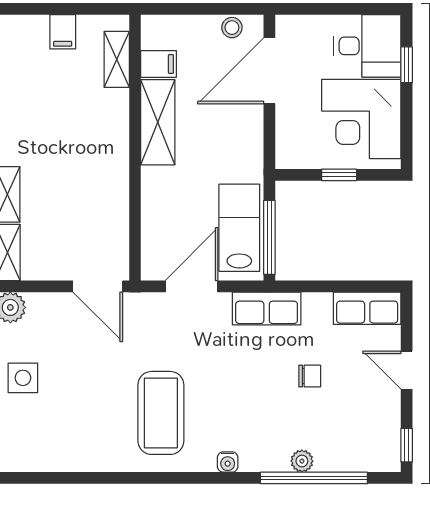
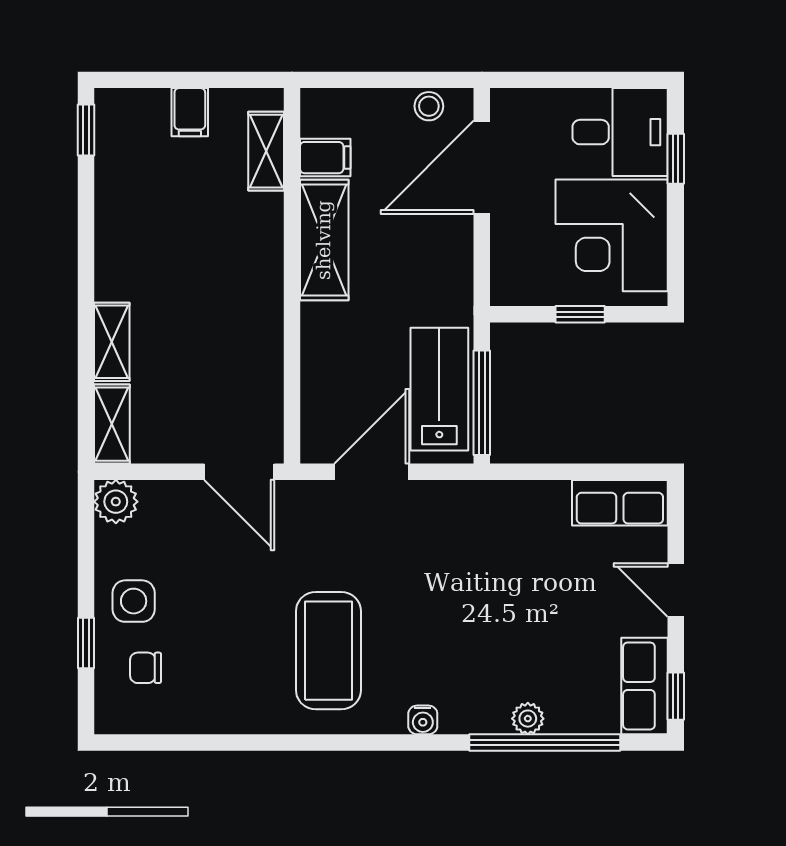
row of seats: (267, 308) -> (645, 686), moved, turned 90
chair: (310, 376) -> (146, 668), moved, turned 180

